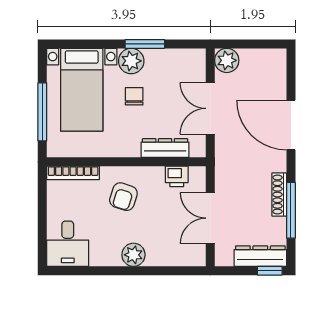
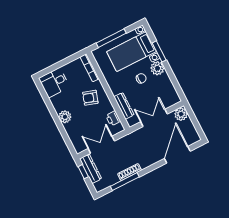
window: (145, 44) -> (159, 51), moved
door: (291, 125) -> (177, 155), moved
dresser: (260, 256) -> (91, 169), moved
window: (270, 271) -> (83, 172), moved

